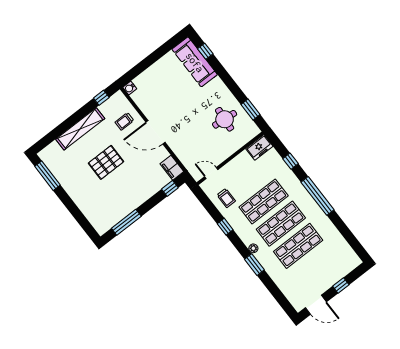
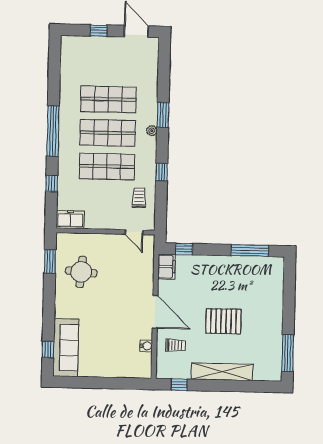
water cooler: (130, 88) -> (146, 346), moved

